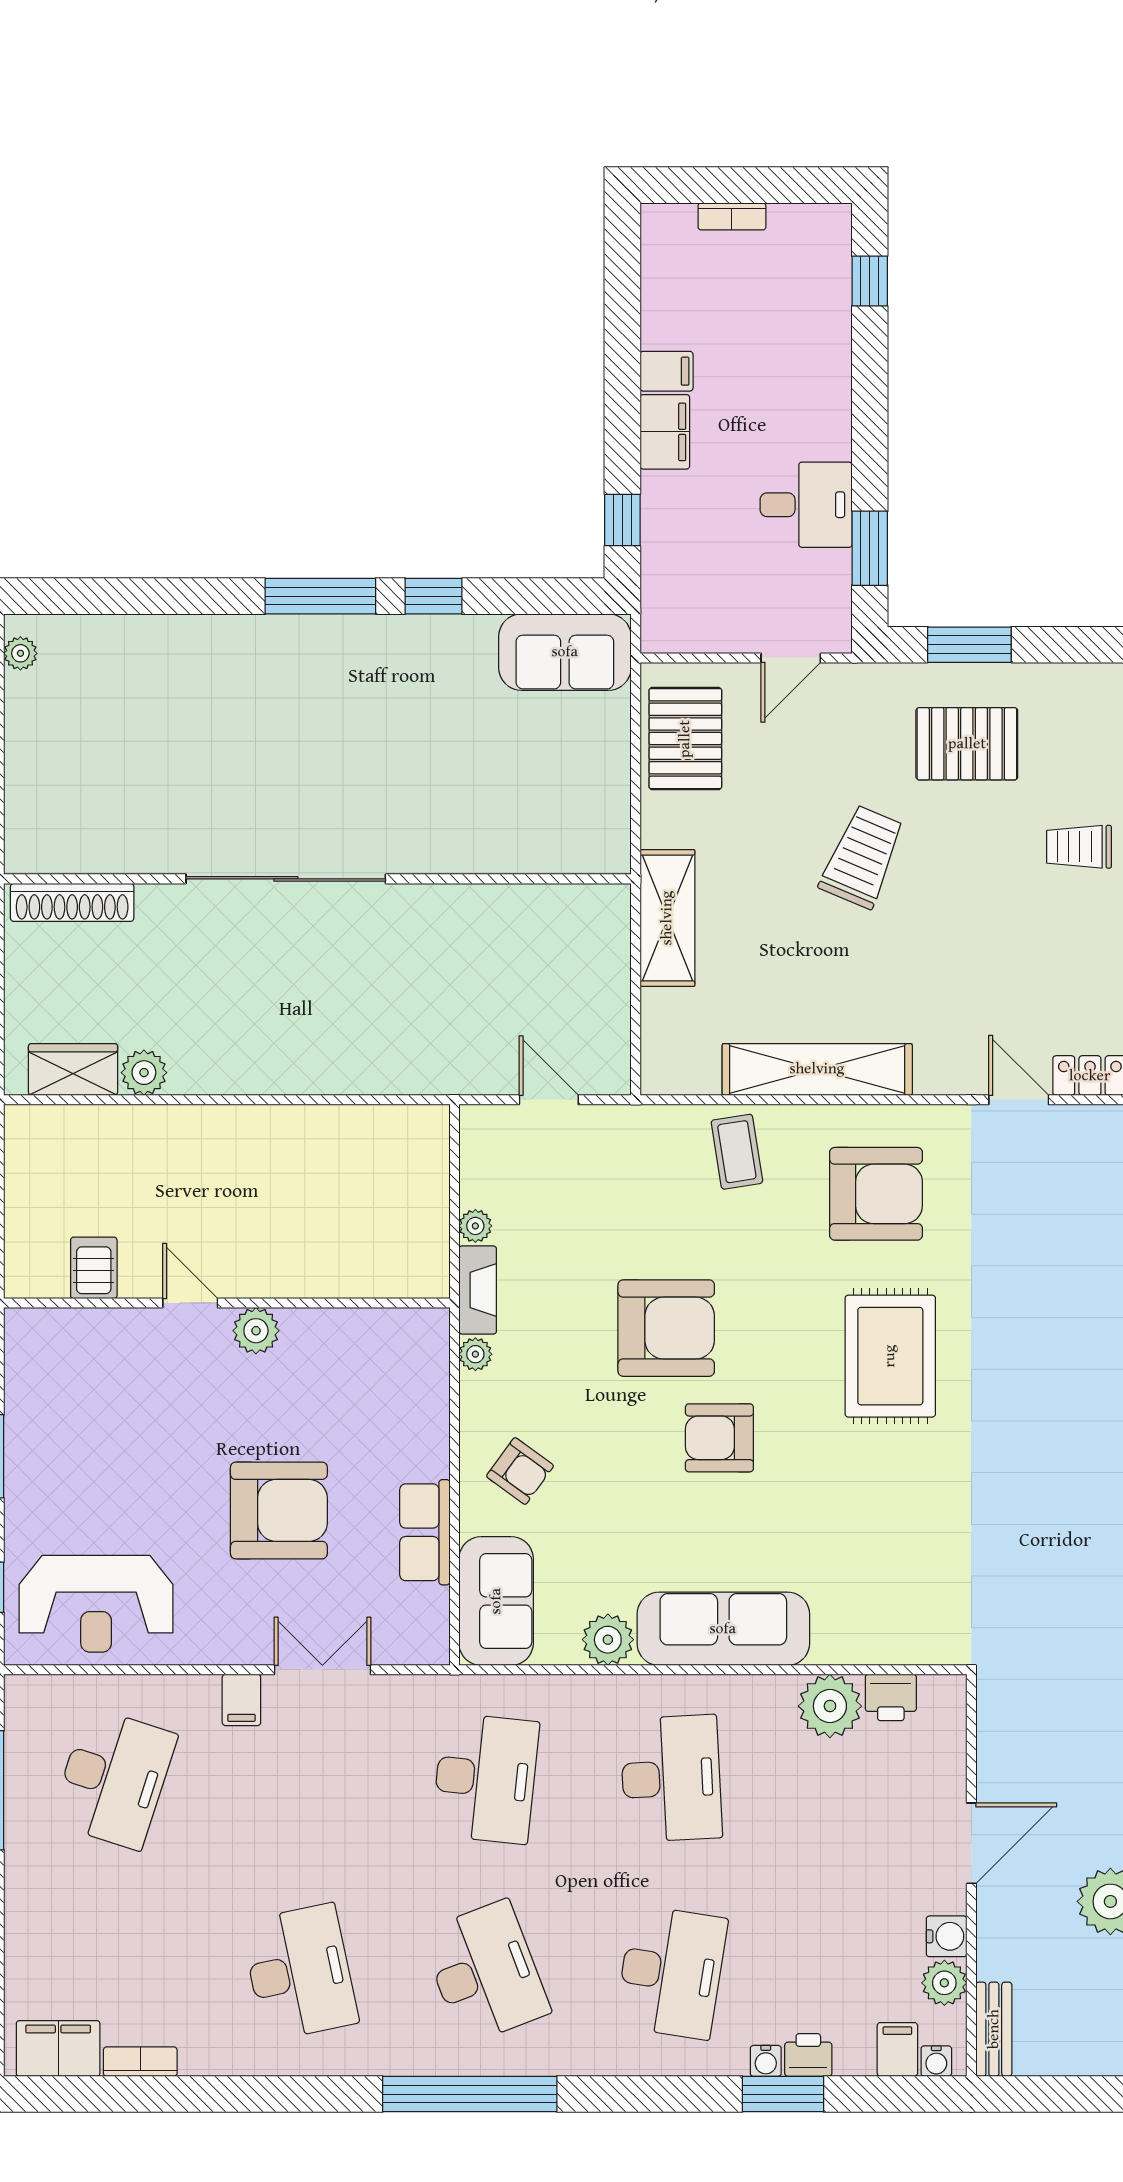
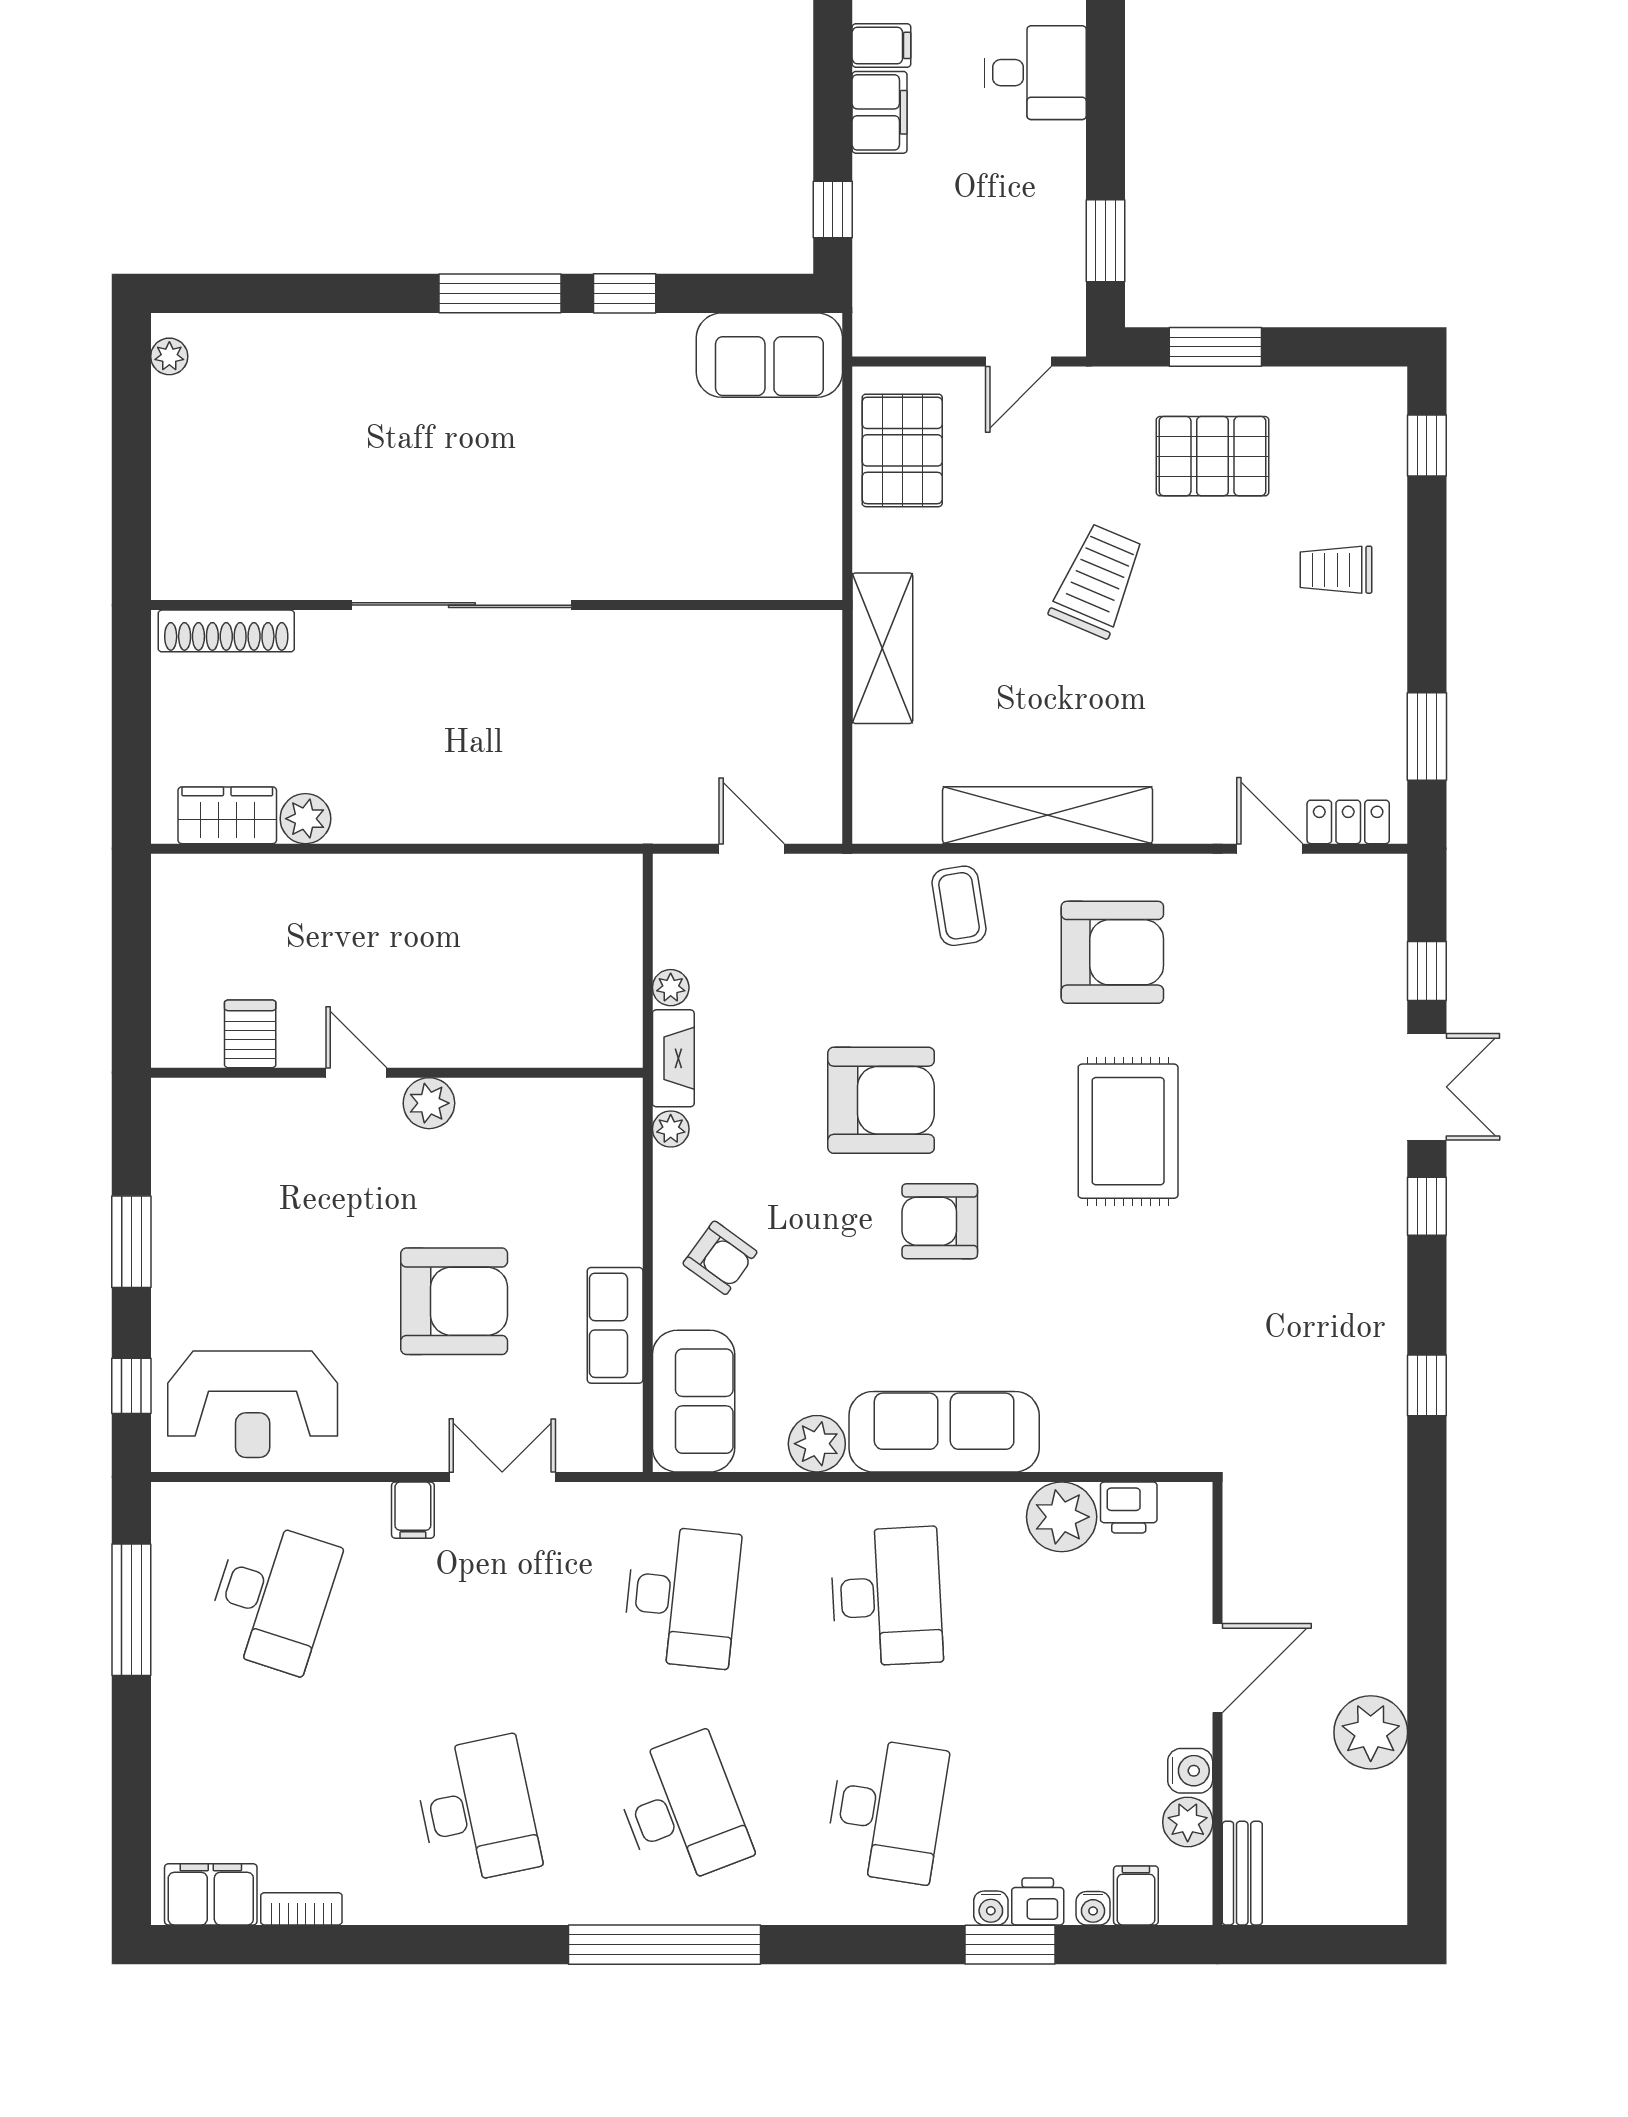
desk: (806, 505) -> (1035, 73), moved
water cooler: (936, 2061) -> (1093, 1908), moved

